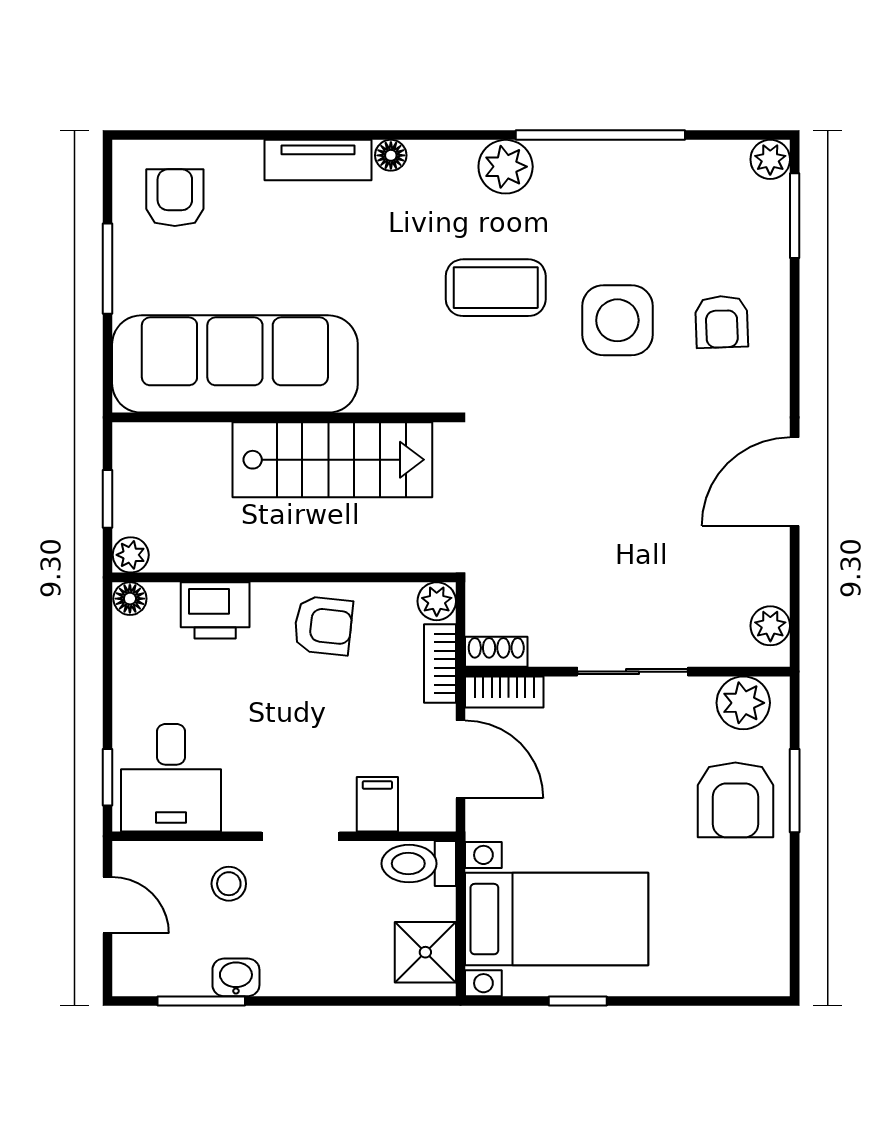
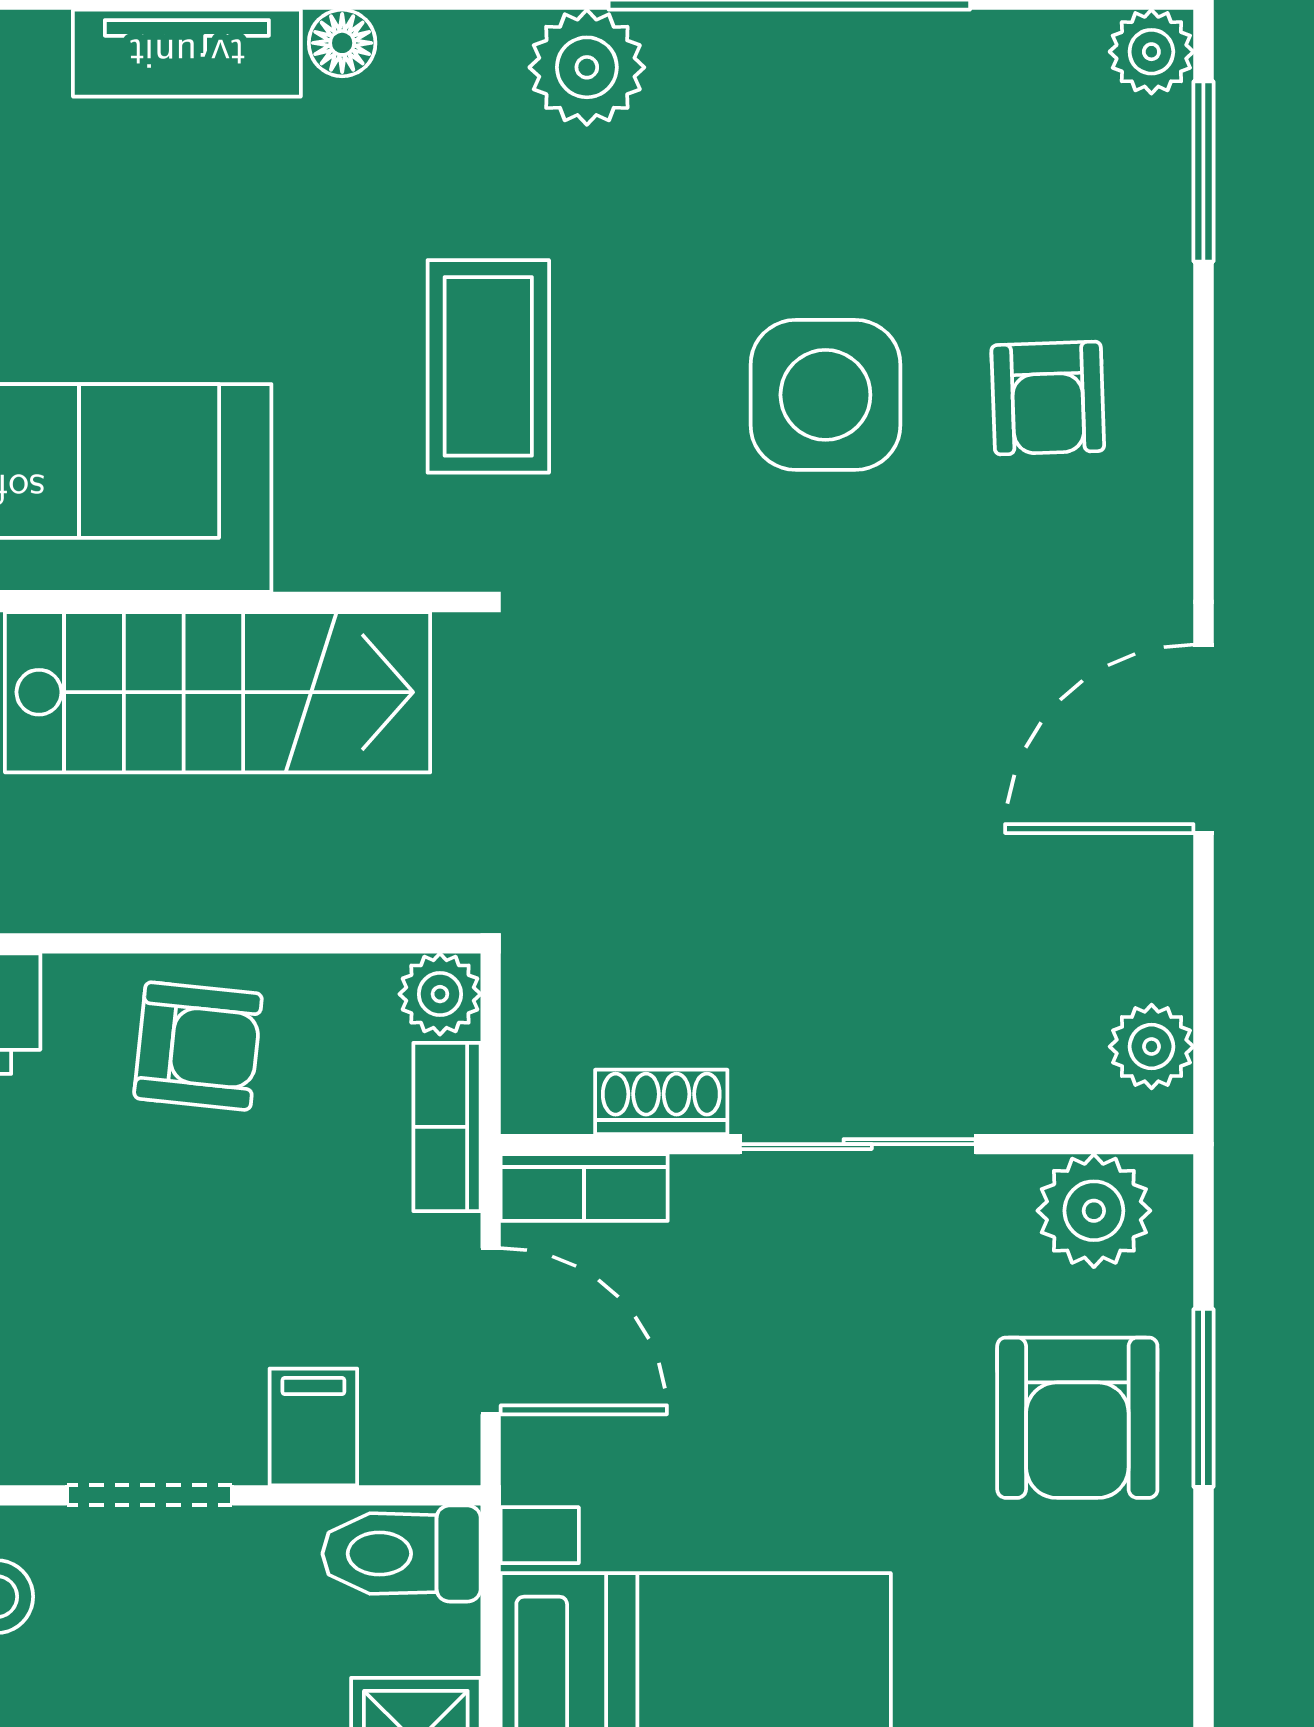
coffee table: (496, 288) -> (488, 366), moved, turned 90
shoe rack: (496, 652) -> (661, 1102), moved

